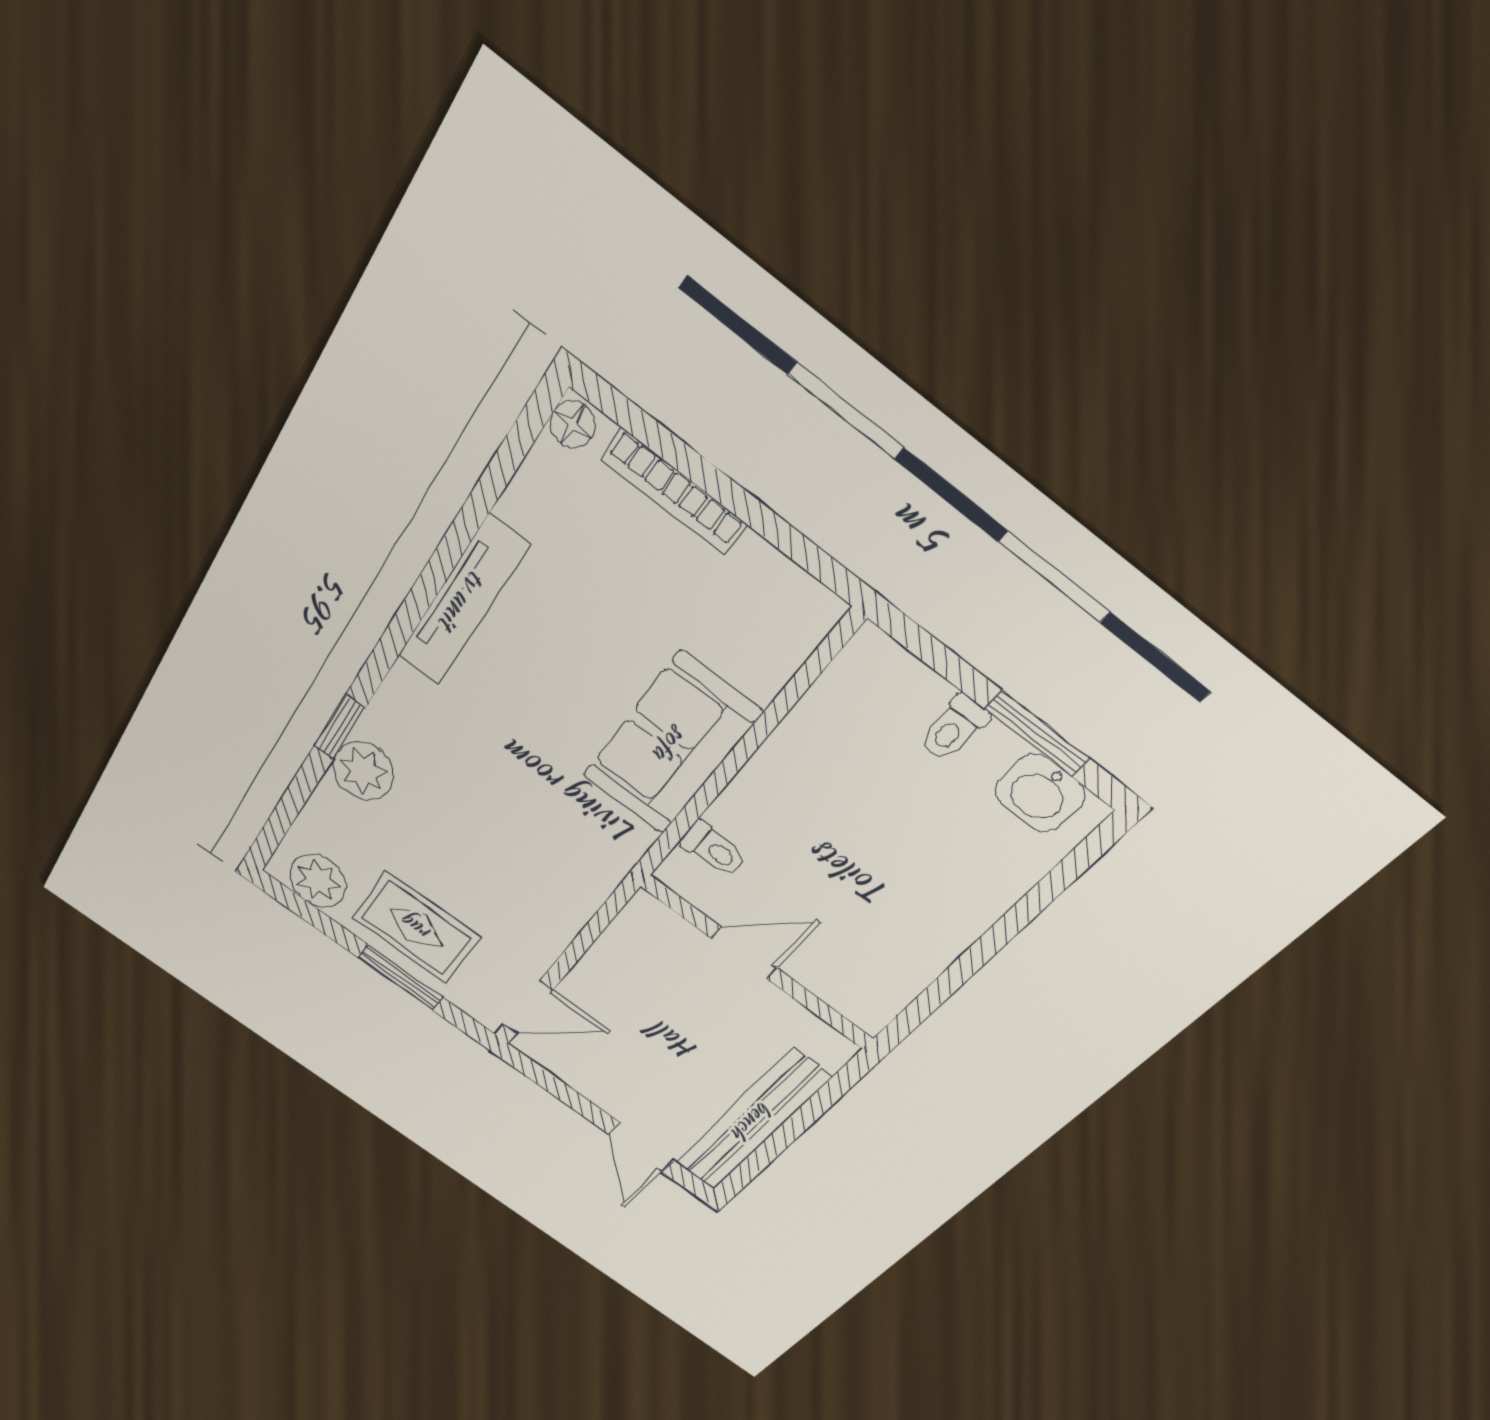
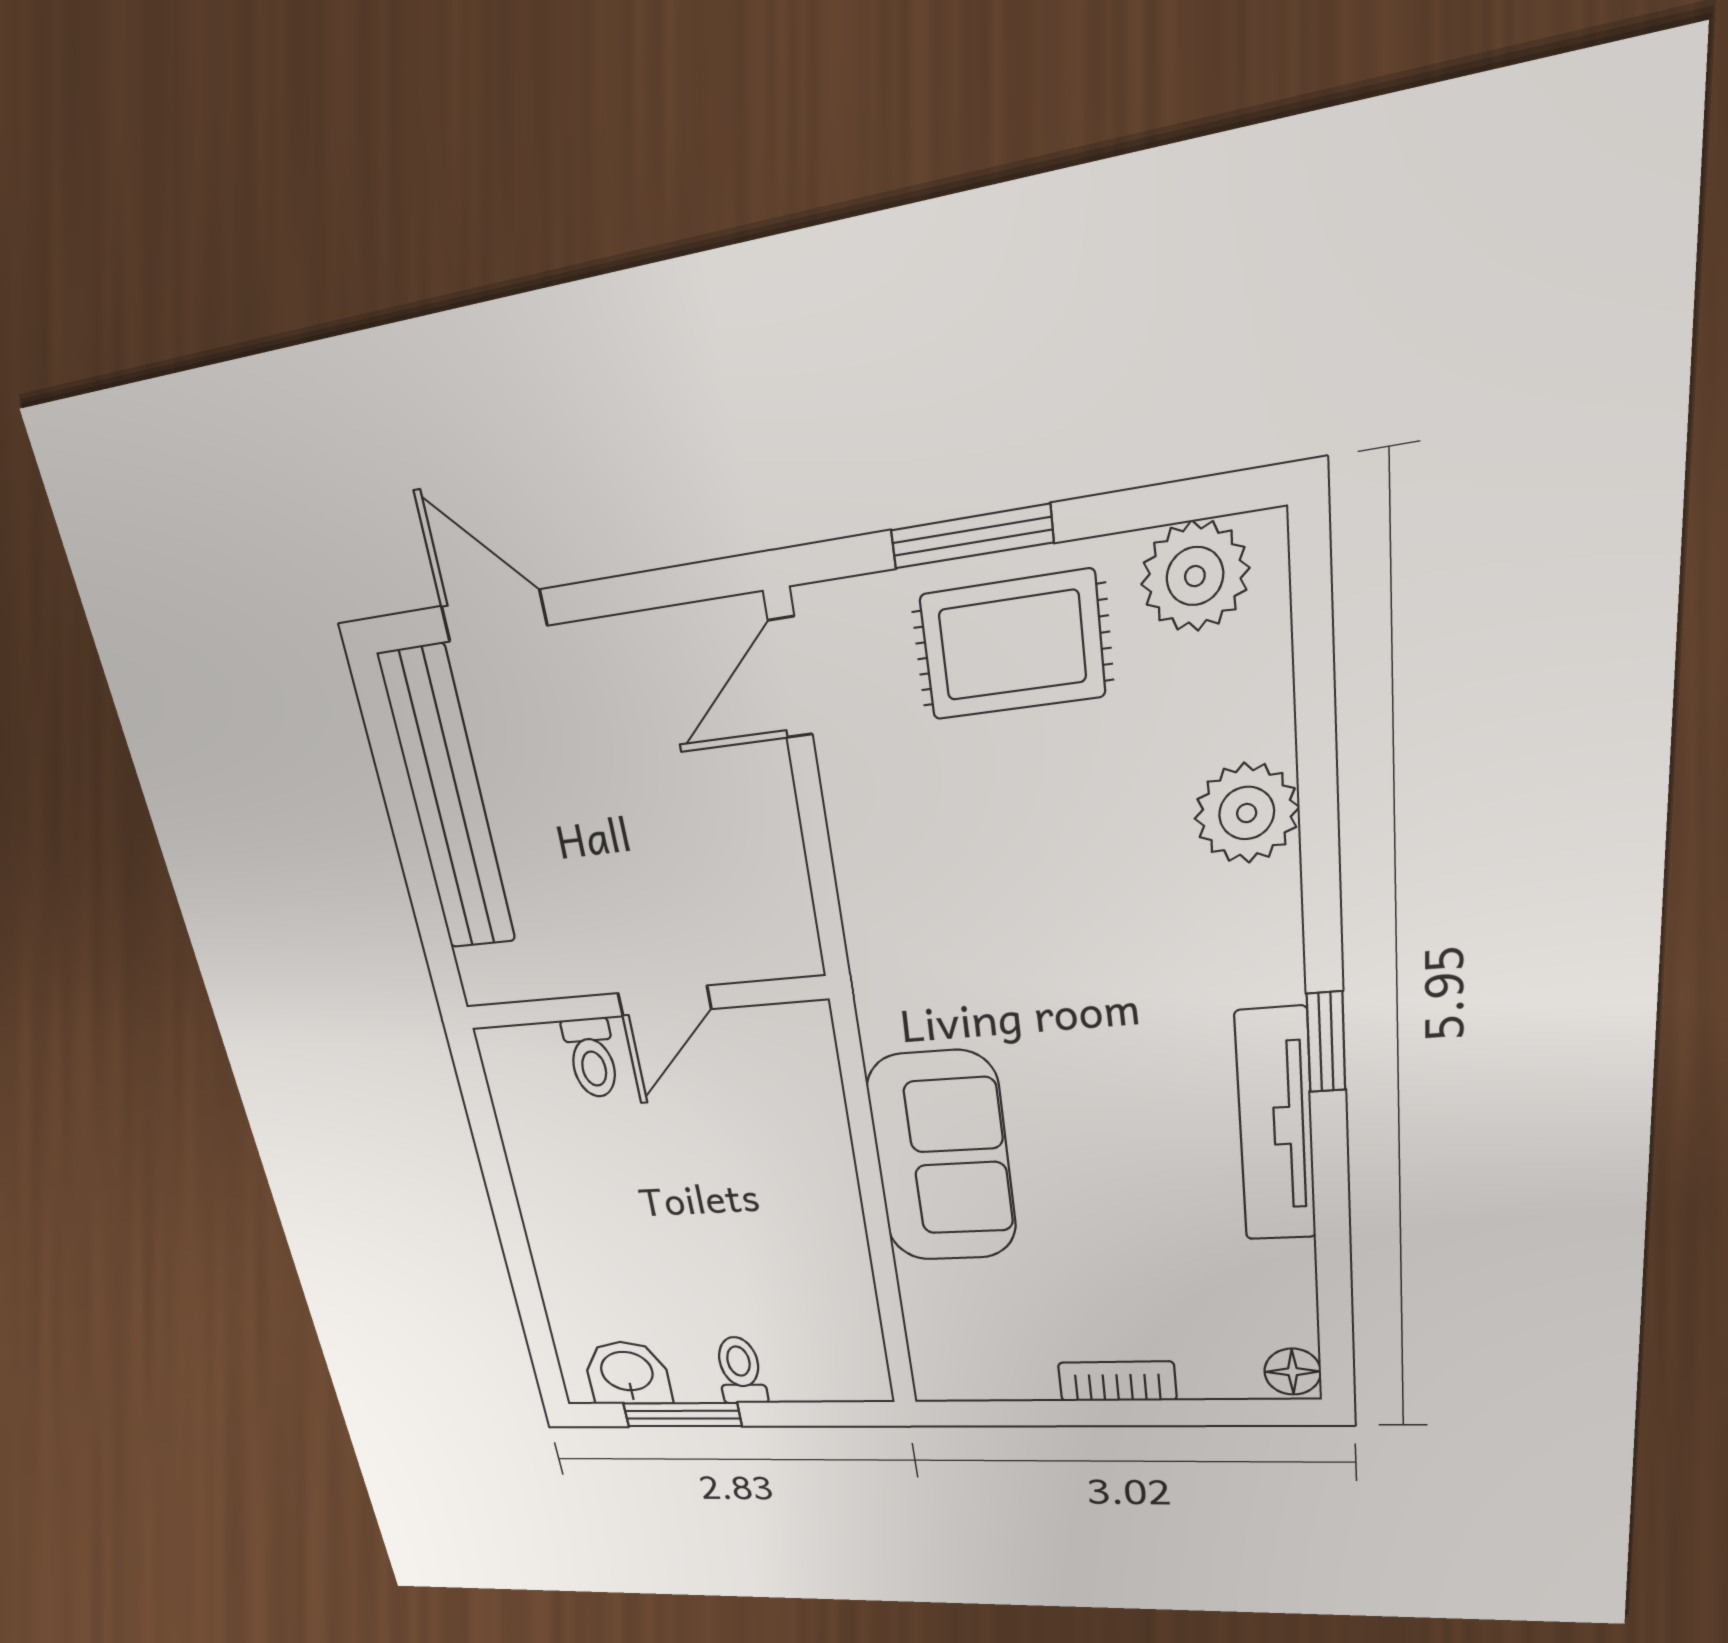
bookcase: (673, 492) -> (1117, 1381), width x0.64
window: (340, 727) -> (1326, 1042), moved
toilet: (714, 849) -> (592, 1058), moved, turned -90

